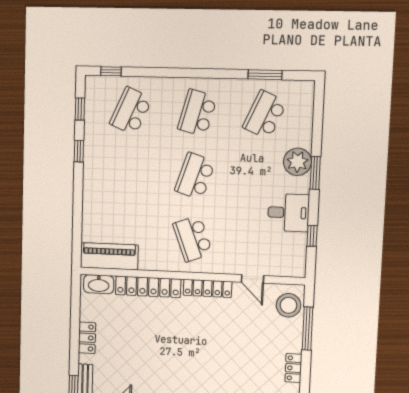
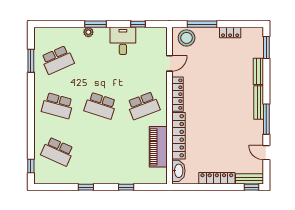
window: (80, 109) -> (126, 187), moved
school desk: (265, 115) -> (57, 60), turned -48
plant: (297, 162) -> (88, 32), width x0.53, depth x0.53
piano: (109, 256) -> (158, 147), moved
locker: (87, 338) -> (217, 178), width x1.53

